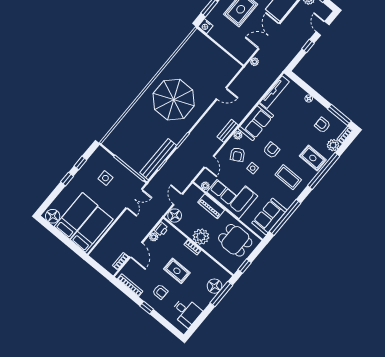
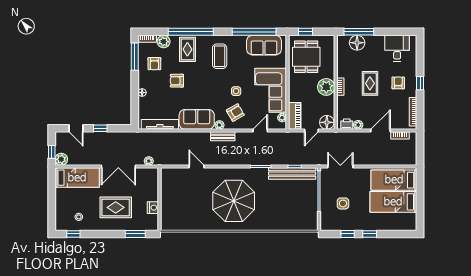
nightstand: (205, 26) -> (153, 208), moved
door: (323, 28) -> (76, 128), hinge flipped
armchair: (271, 150) -> (177, 81), moved
piano: (211, 206) -> (295, 116), moved
floor lamp: (53, 216) -> (409, 221), removed
window: (245, 266) -> (306, 32), moved

